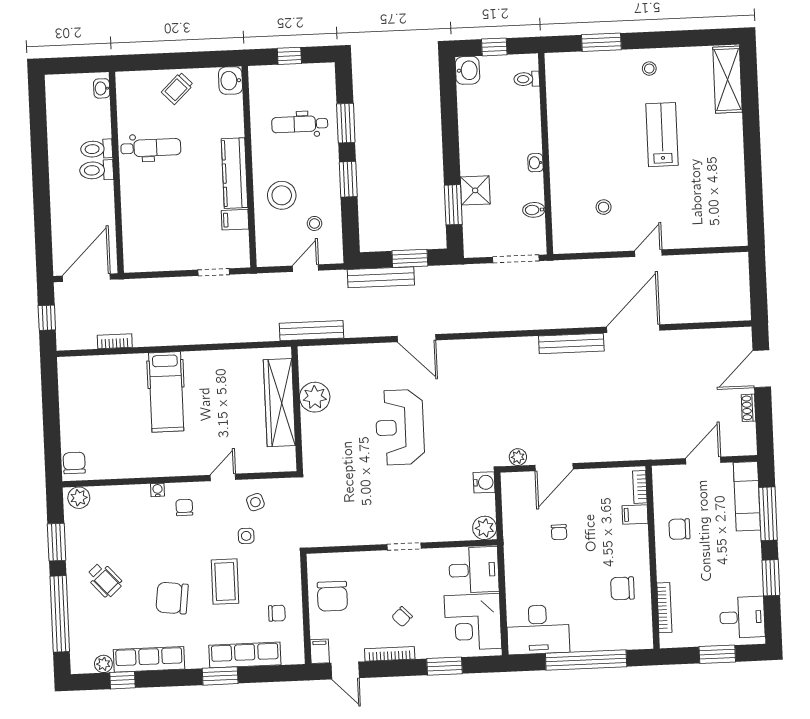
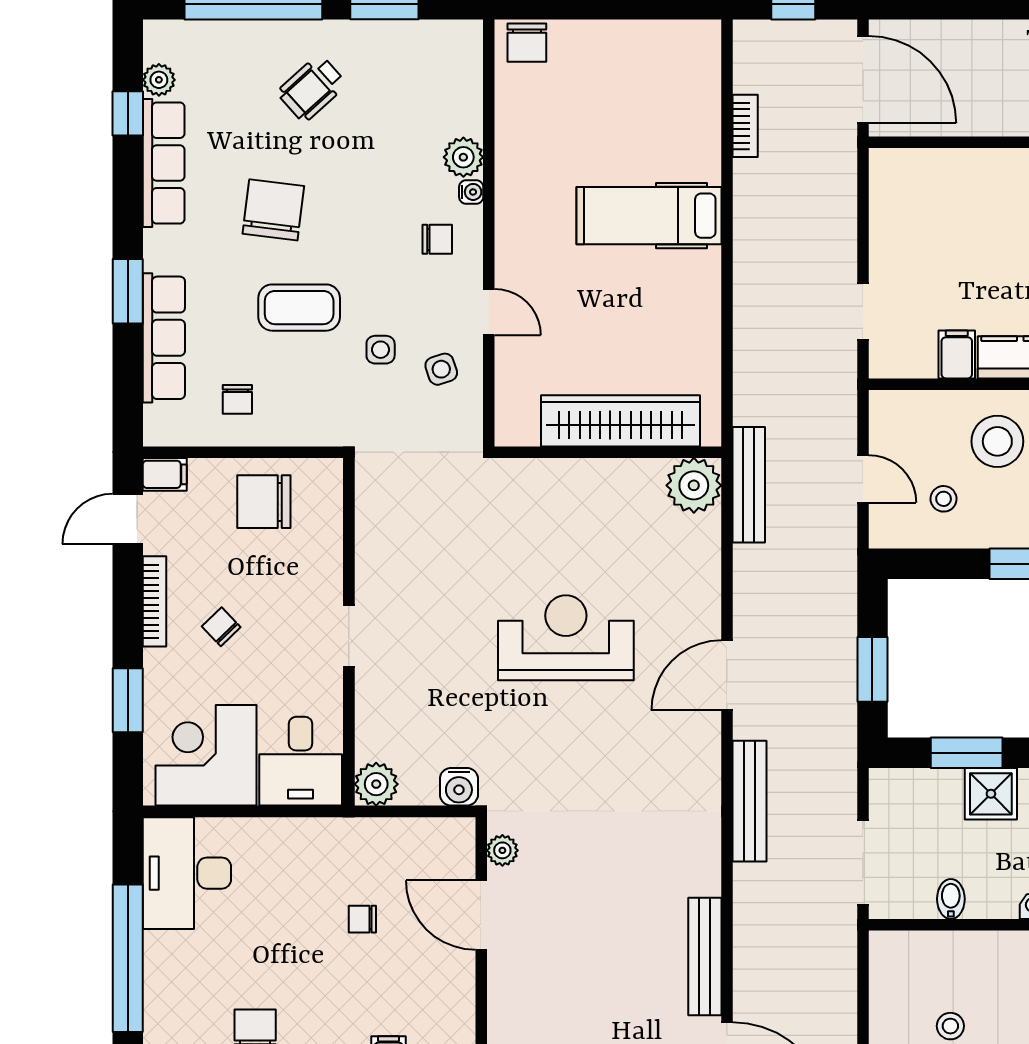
bench: (381, 277) -> (750, 801), moved
plant: (315, 397) -> (694, 485), moved
chair: (74, 463) -> (527, 43), turned 90
plant: (79, 498) -> (463, 157), moved

